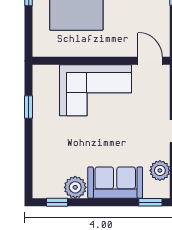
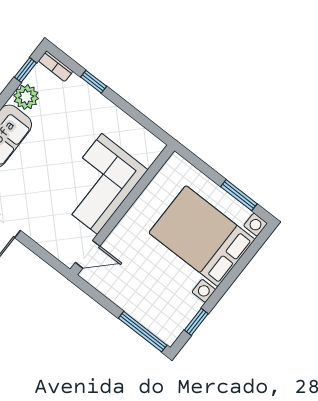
window: (29, 107) -> (94, 82), moved
bookcase: (38, 184) -> (56, 66), added

